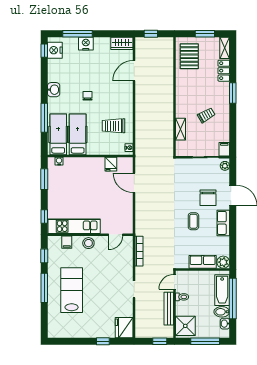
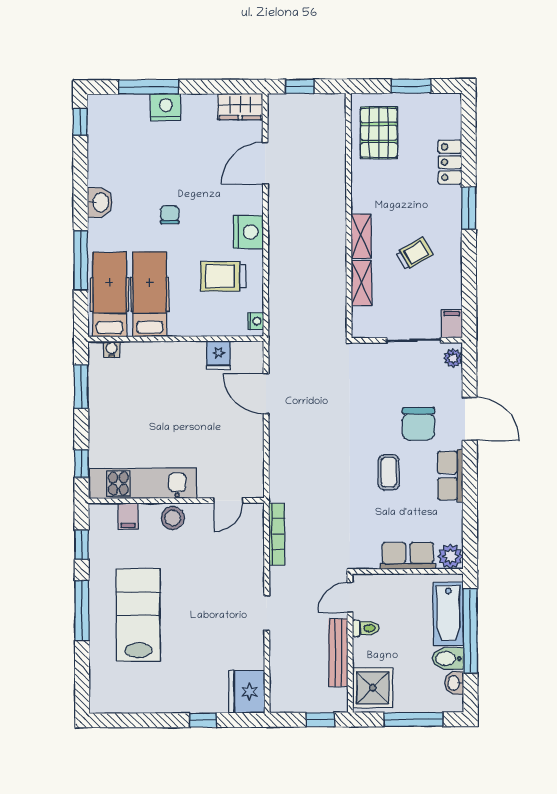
shelving: (225, 48) -> (361, 236), moved
nightstand: (55, 50) -> (248, 232), moved, turned 180

